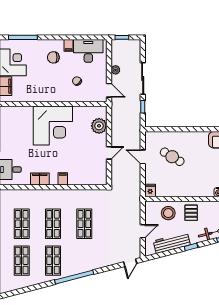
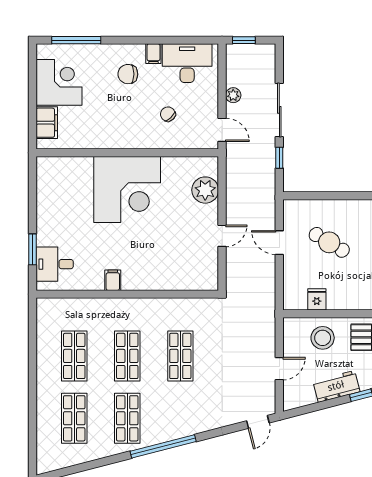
filing cabinet: (40, 179) -> (113, 280), width x0.50
filing cabinet: (63, 179) -> (144, 280), removed
fridge: (150, 190) -> (317, 299), moved
workbench: (172, 243) -> (336, 386), width x0.73

